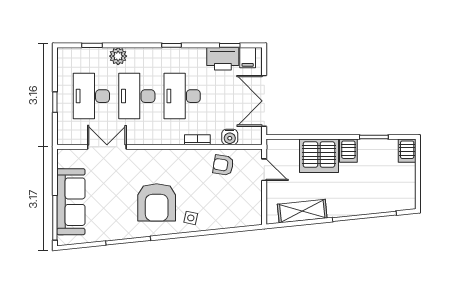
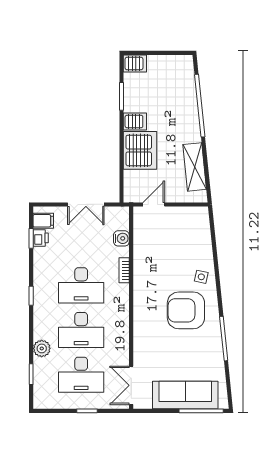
printer: (223, 59) -> (41, 238), width x0.53, depth x0.68
double door: (264, 101) -> (86, 204), width x0.73
double door: (107, 147) -> (131, 385), moved
armchair: (223, 165) -> (149, 245), removed
armchair: (157, 202) -> (186, 310), turned 180

